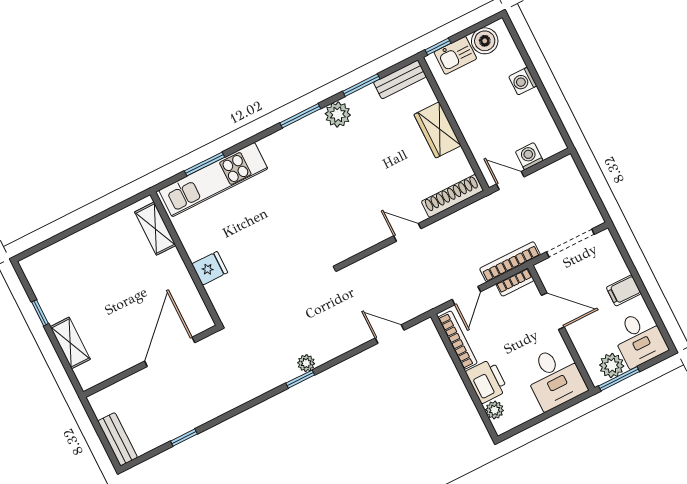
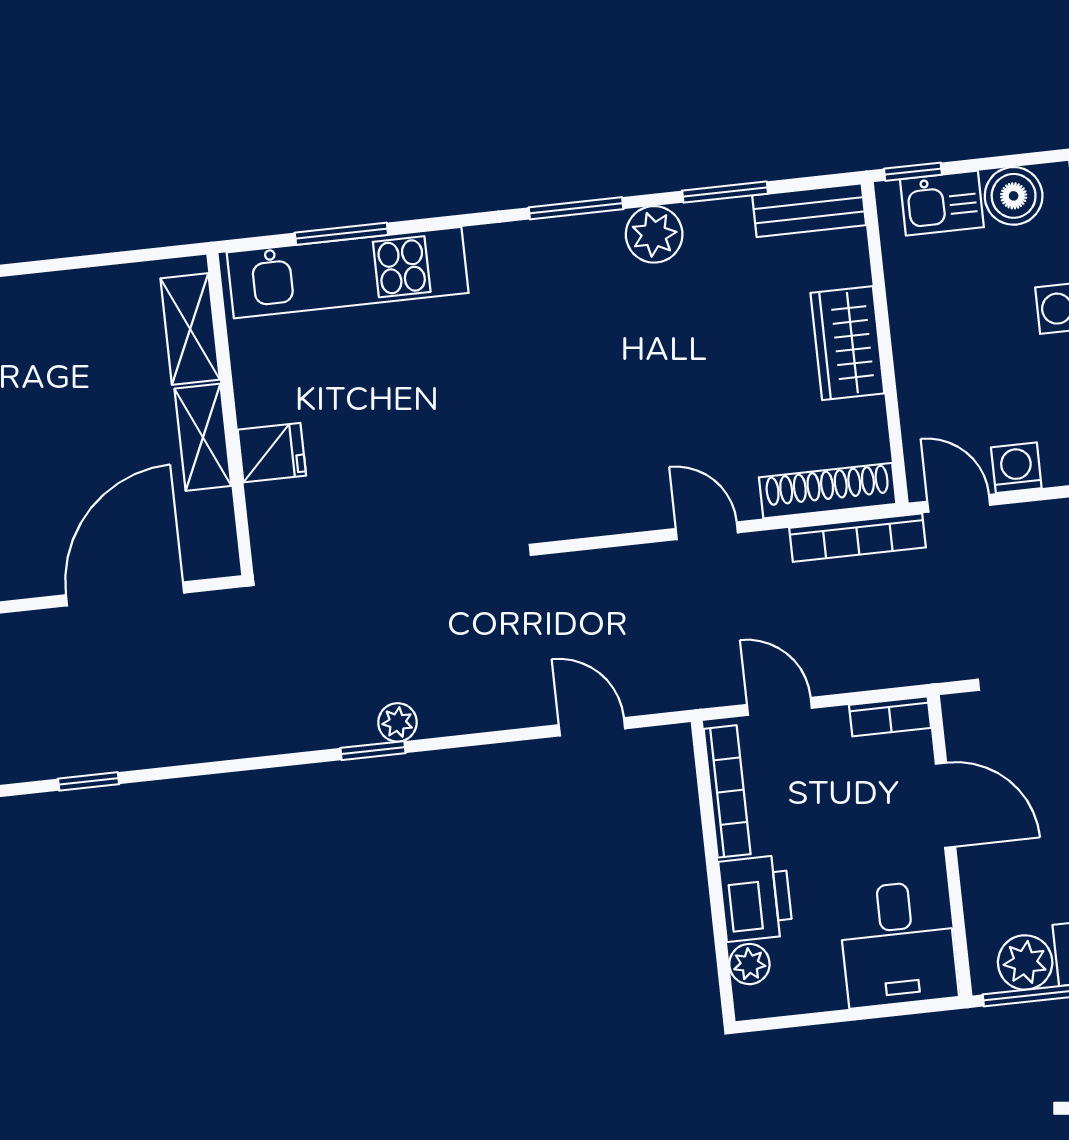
bookcase: (510, 262) -> (857, 538), moved, turned 180
shelving: (178, 273) -> (203, 437), added
door: (466, 296) -> (779, 706), swing flipped

